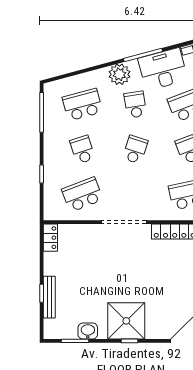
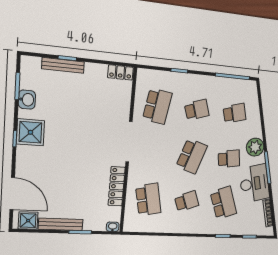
school desk: (82, 105) -> (235, 113), width x0.54
school desk: (135, 150) -> (192, 156), width x1.85
school desk: (82, 194) -> (157, 106), turned 30
shower: (126, 321) -> (30, 132), width x0.73, depth x0.73

